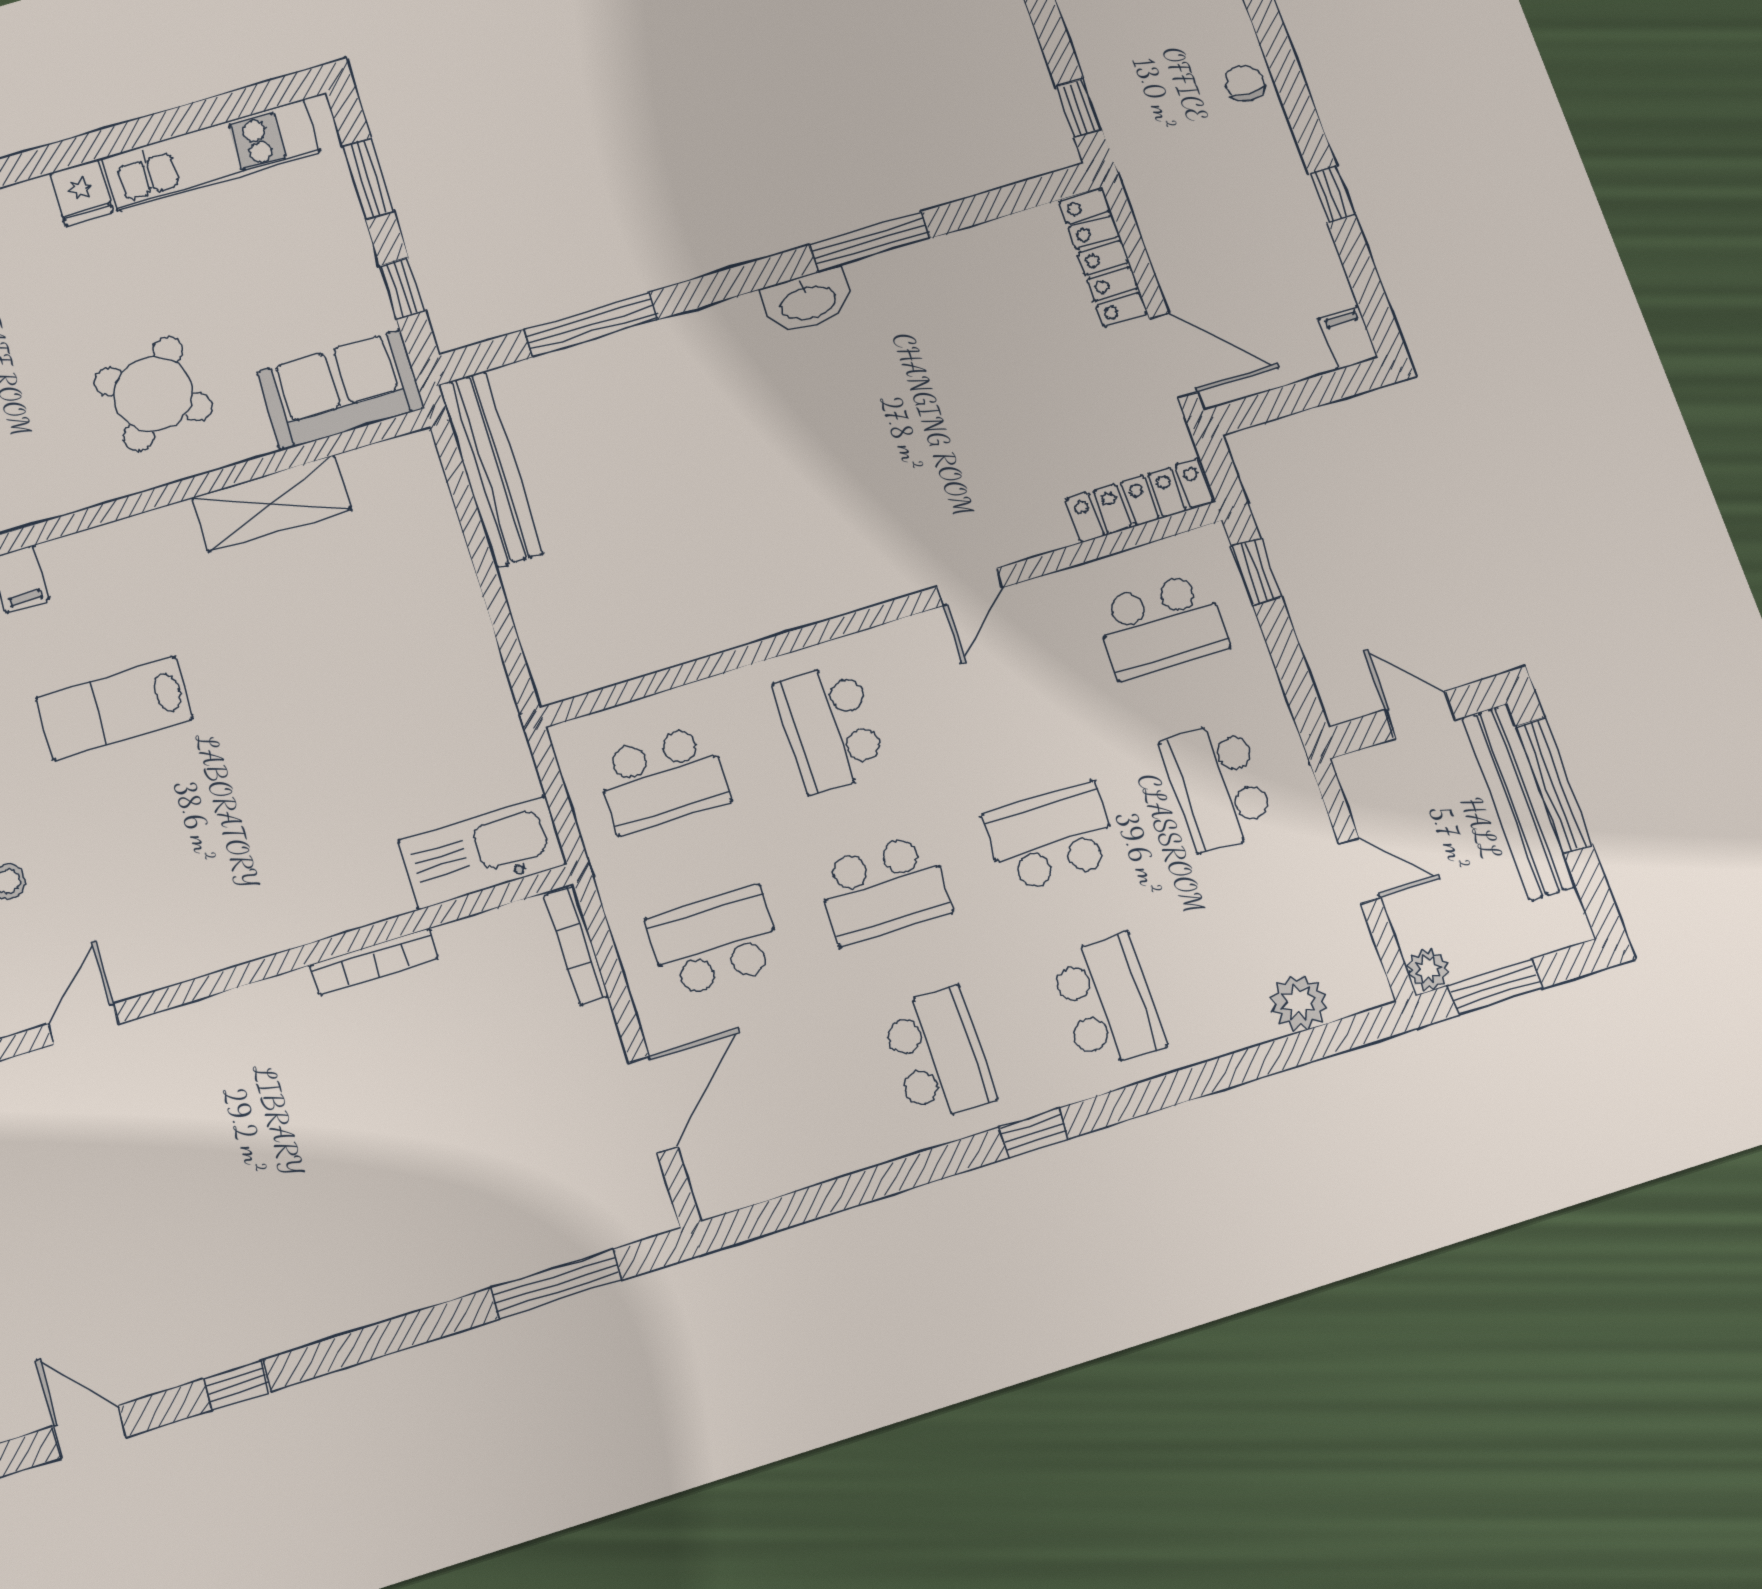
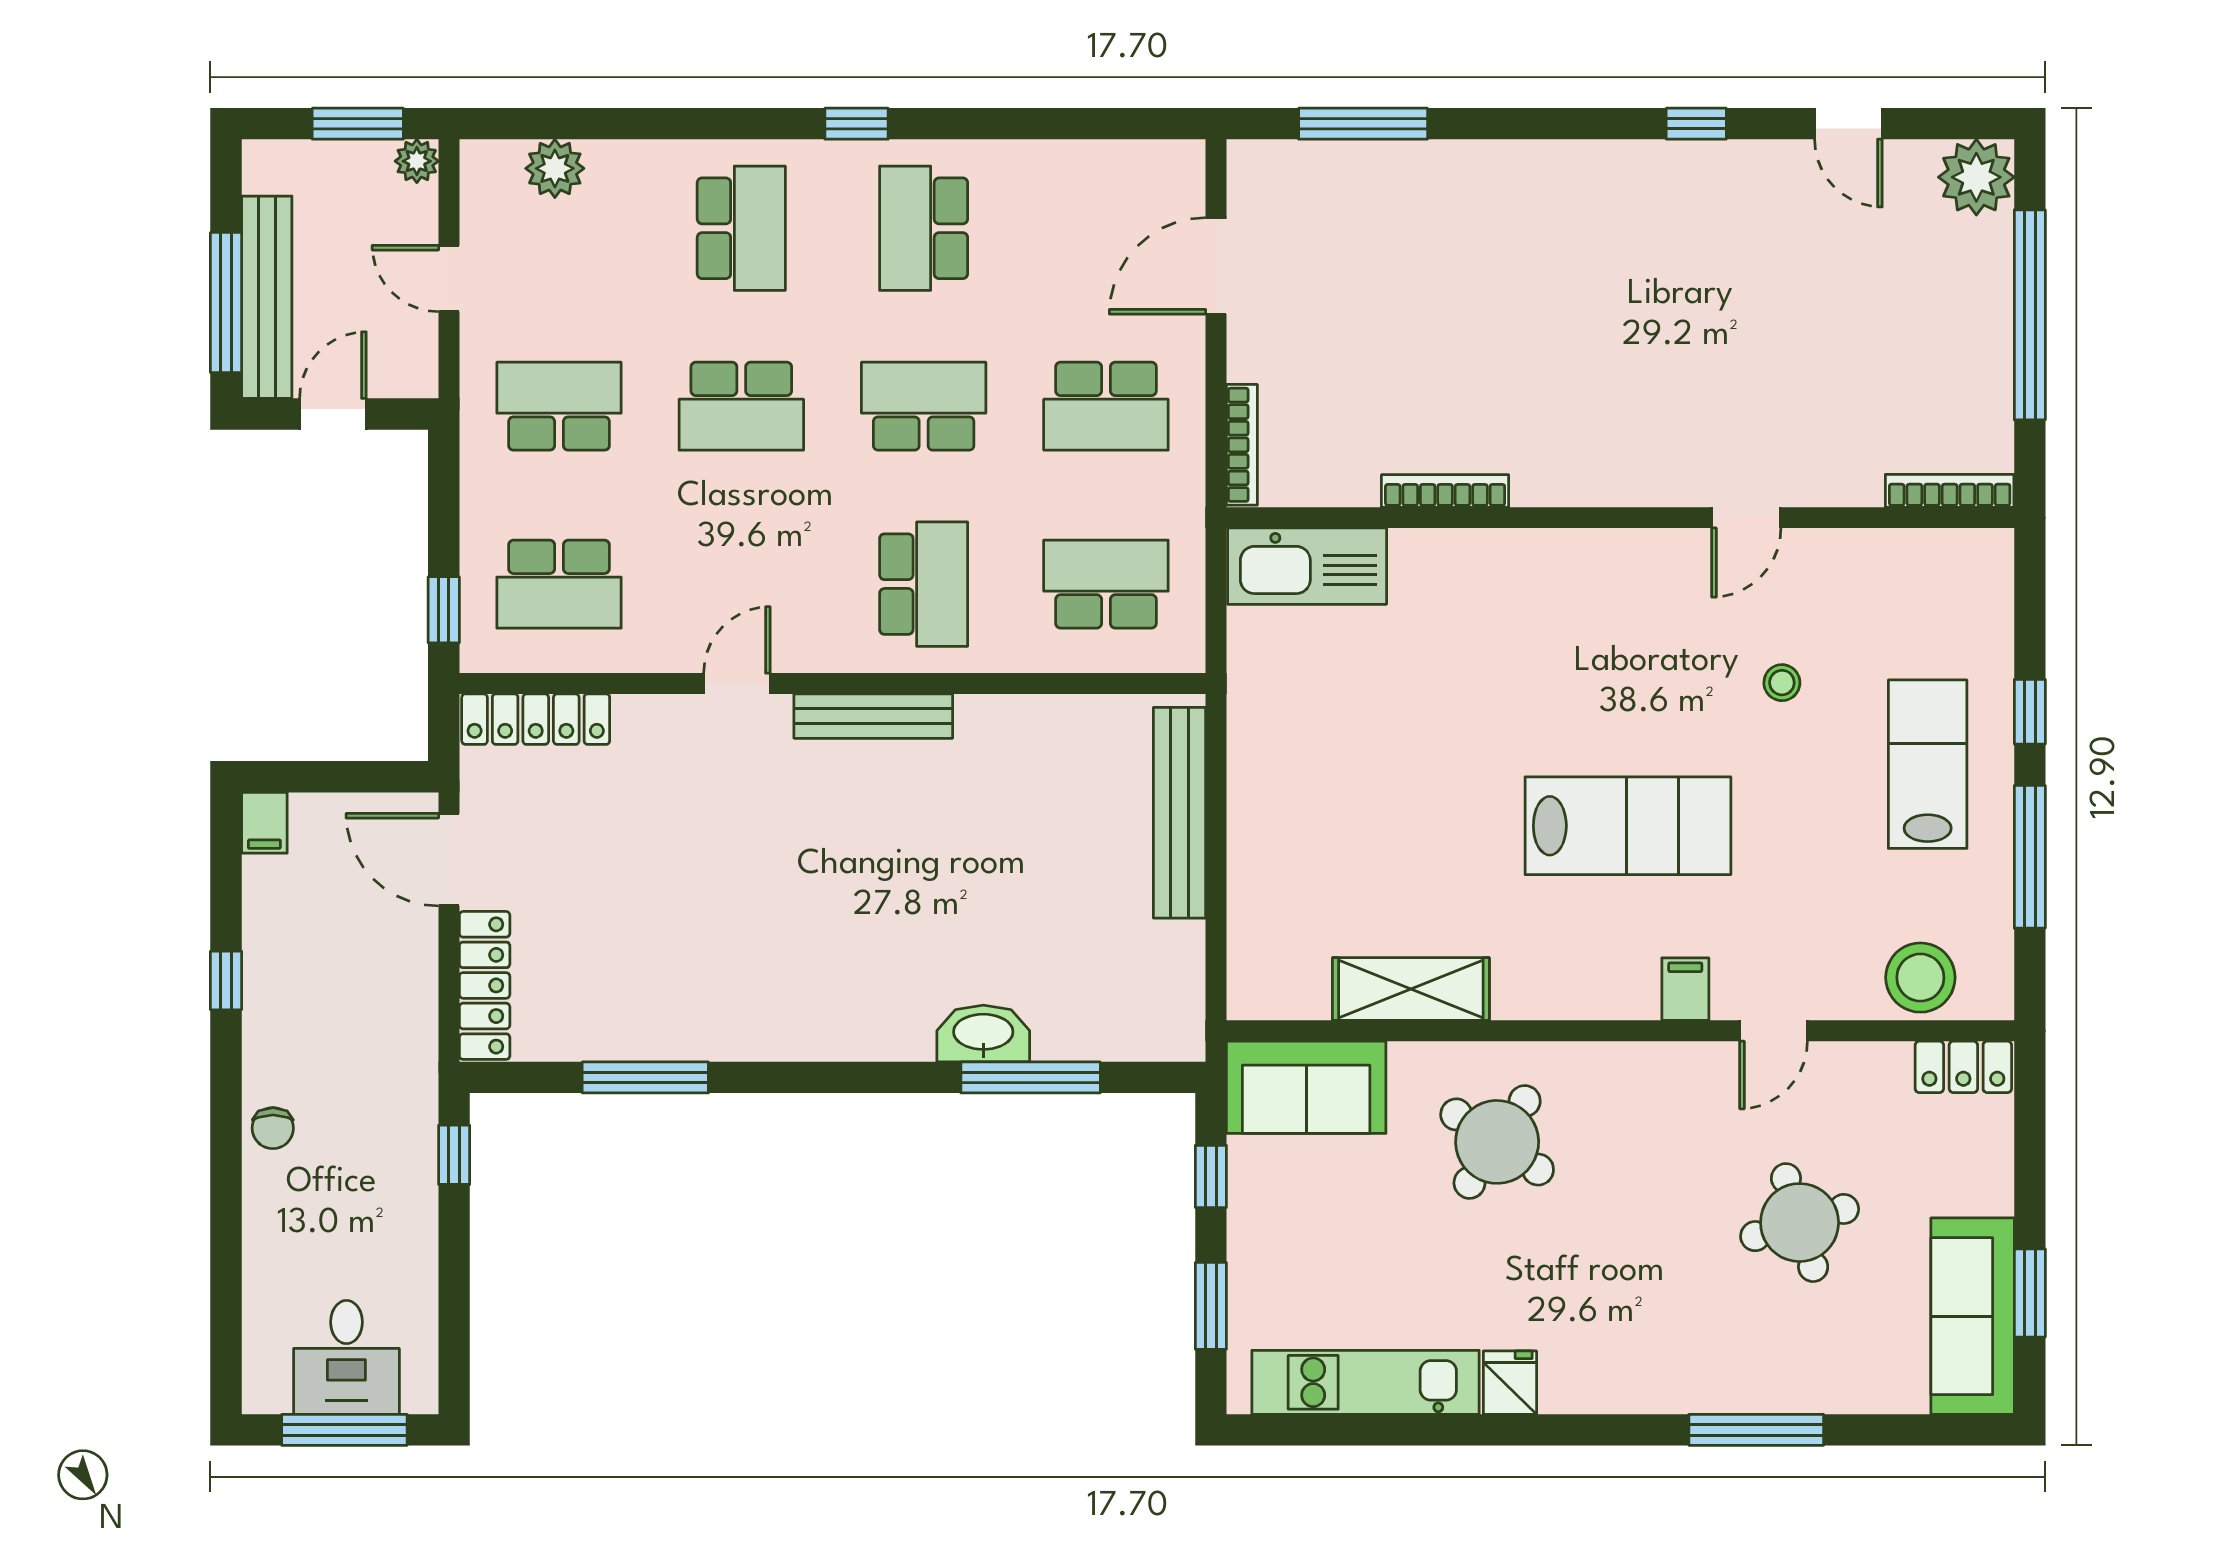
window: (870, 241) -> (645, 1077), moved
washbasin: (808, 301) -> (983, 1034), moved
bench: (490, 469) -> (1179, 813), moved
bench: (836, 596) -> (873, 716), added
school desk: (1161, 626) -> (559, 584), turned 180
lab bench: (114, 708) -> (1628, 826), width x1.36, depth x1.39
door: (1420, 715) -> (333, 414), swing flipped
school desk: (1218, 786) -> (559, 406), turned -90
school desk: (1107, 1001) -> (741, 228), turned 180

